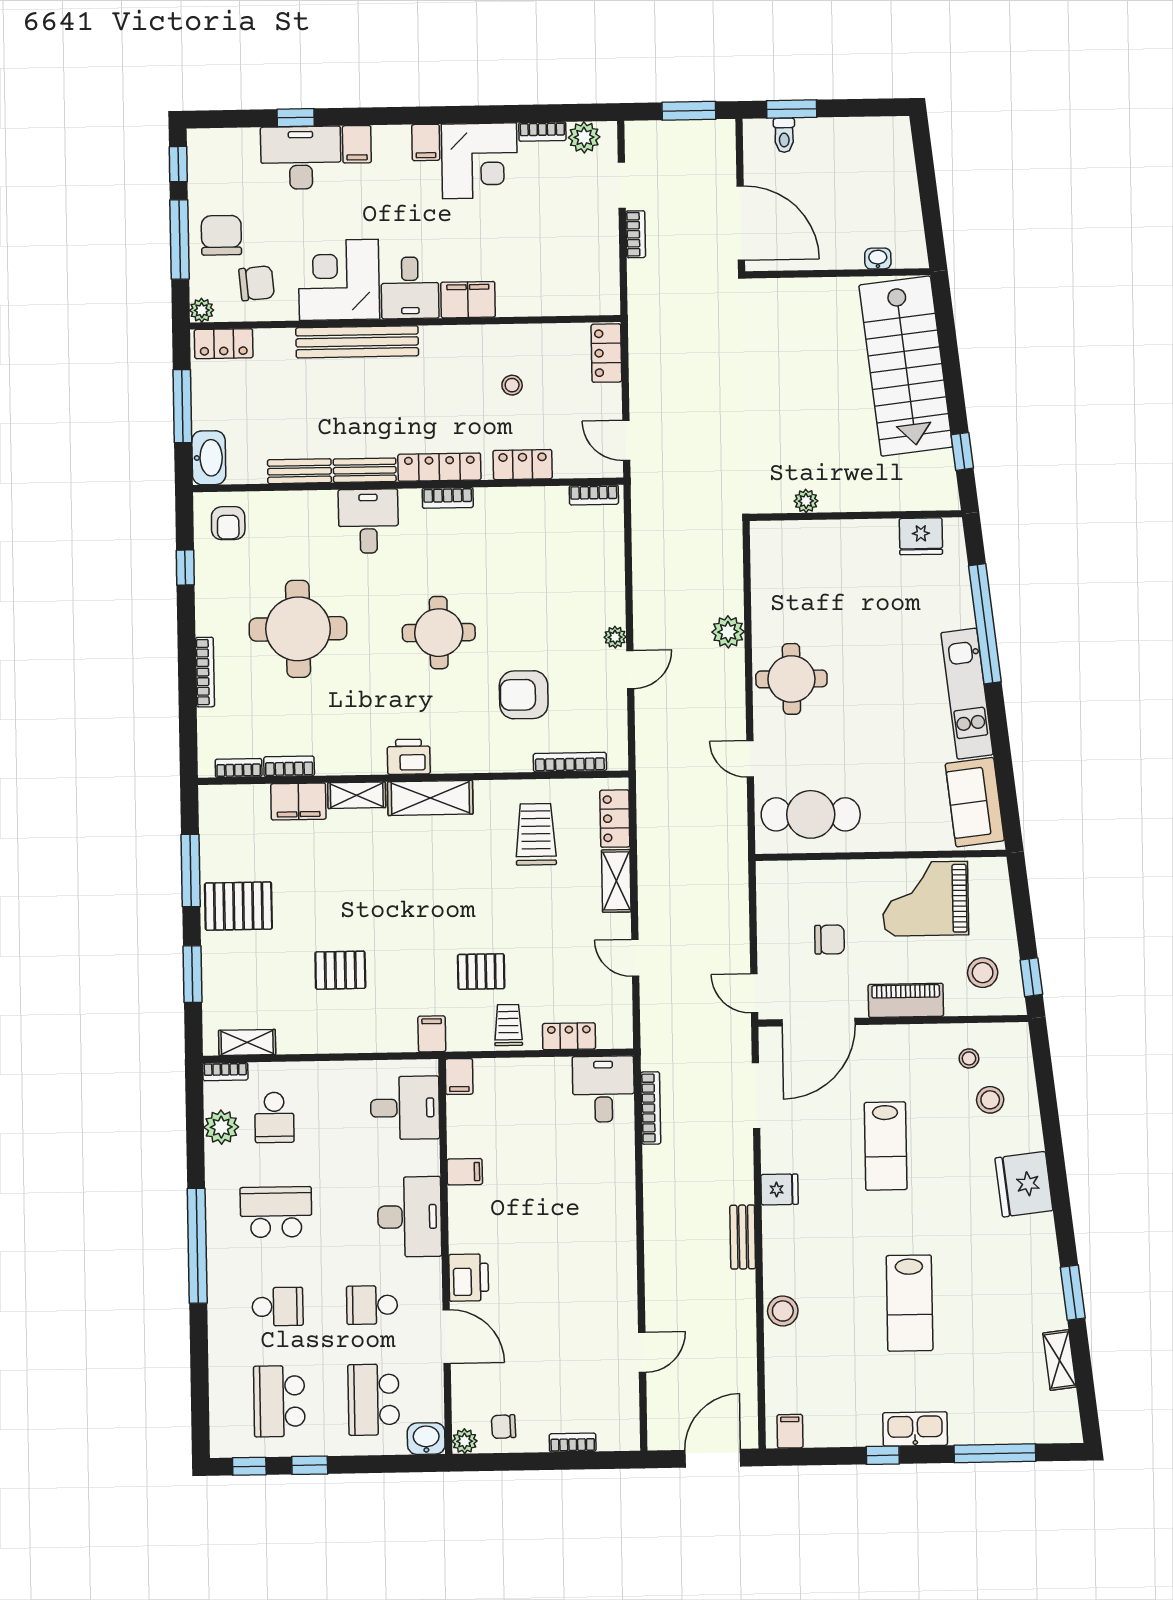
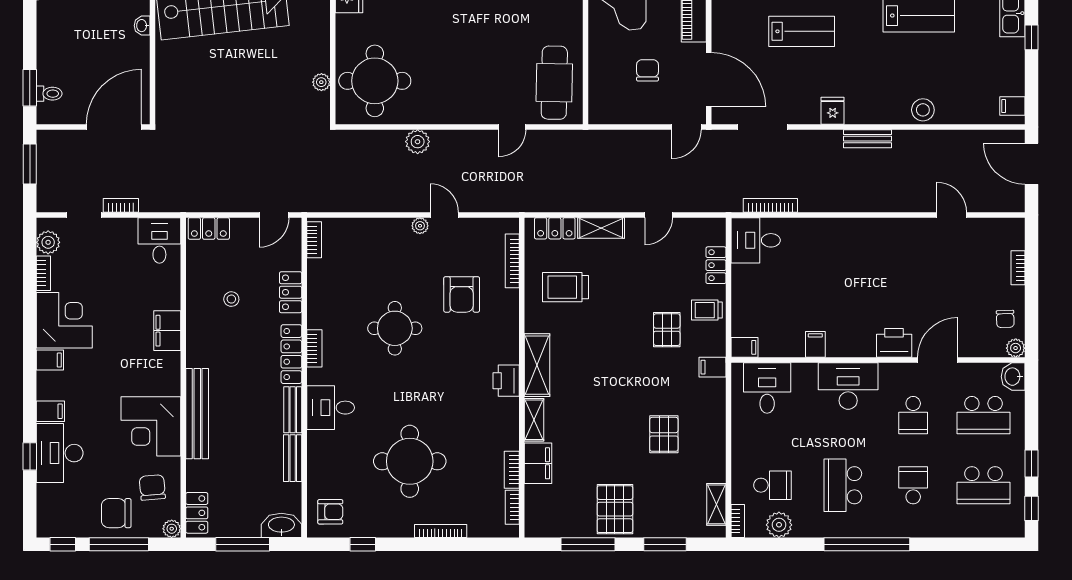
desk: (410, 288) -> (159, 240), moved, turned -90
round table: (439, 633) -> (395, 328), moved
round table: (791, 679) -> (375, 81), moved, width x1.36, depth x1.36

